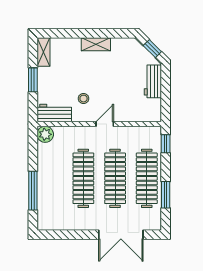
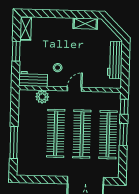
shelving: (96, 44) -> (85, 24), moved
window: (152, 49) -> (115, 28), removed
workbench: (153, 81) -> (115, 60), width x1.38
plant: (45, 134) -> (42, 97), moved
window: (166, 195) -> (123, 134), moved

